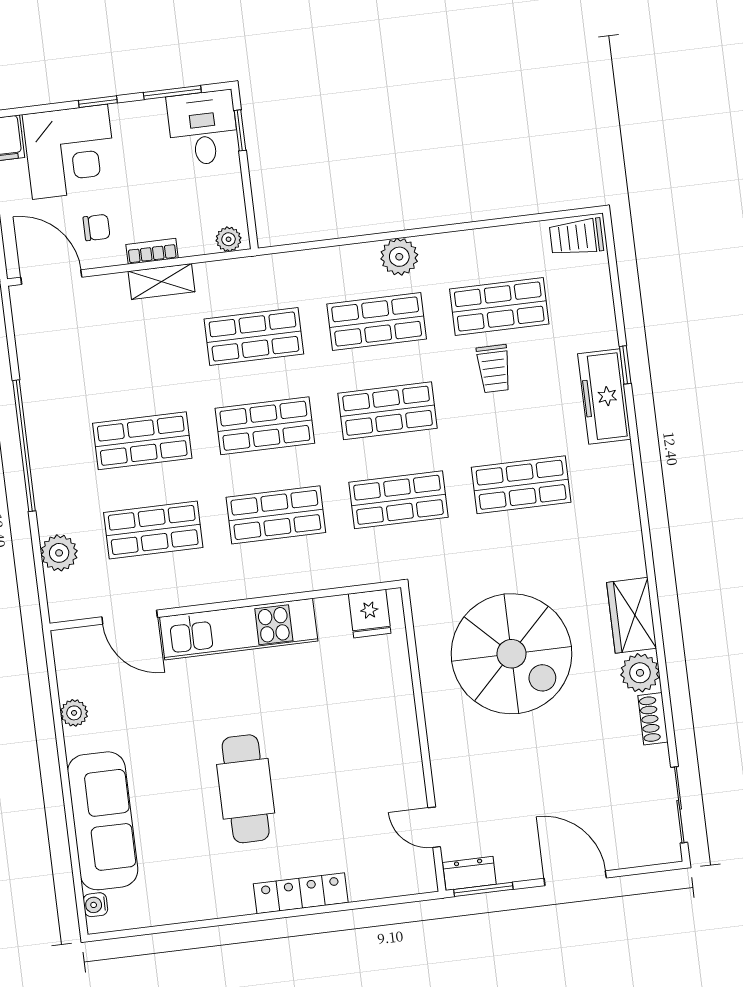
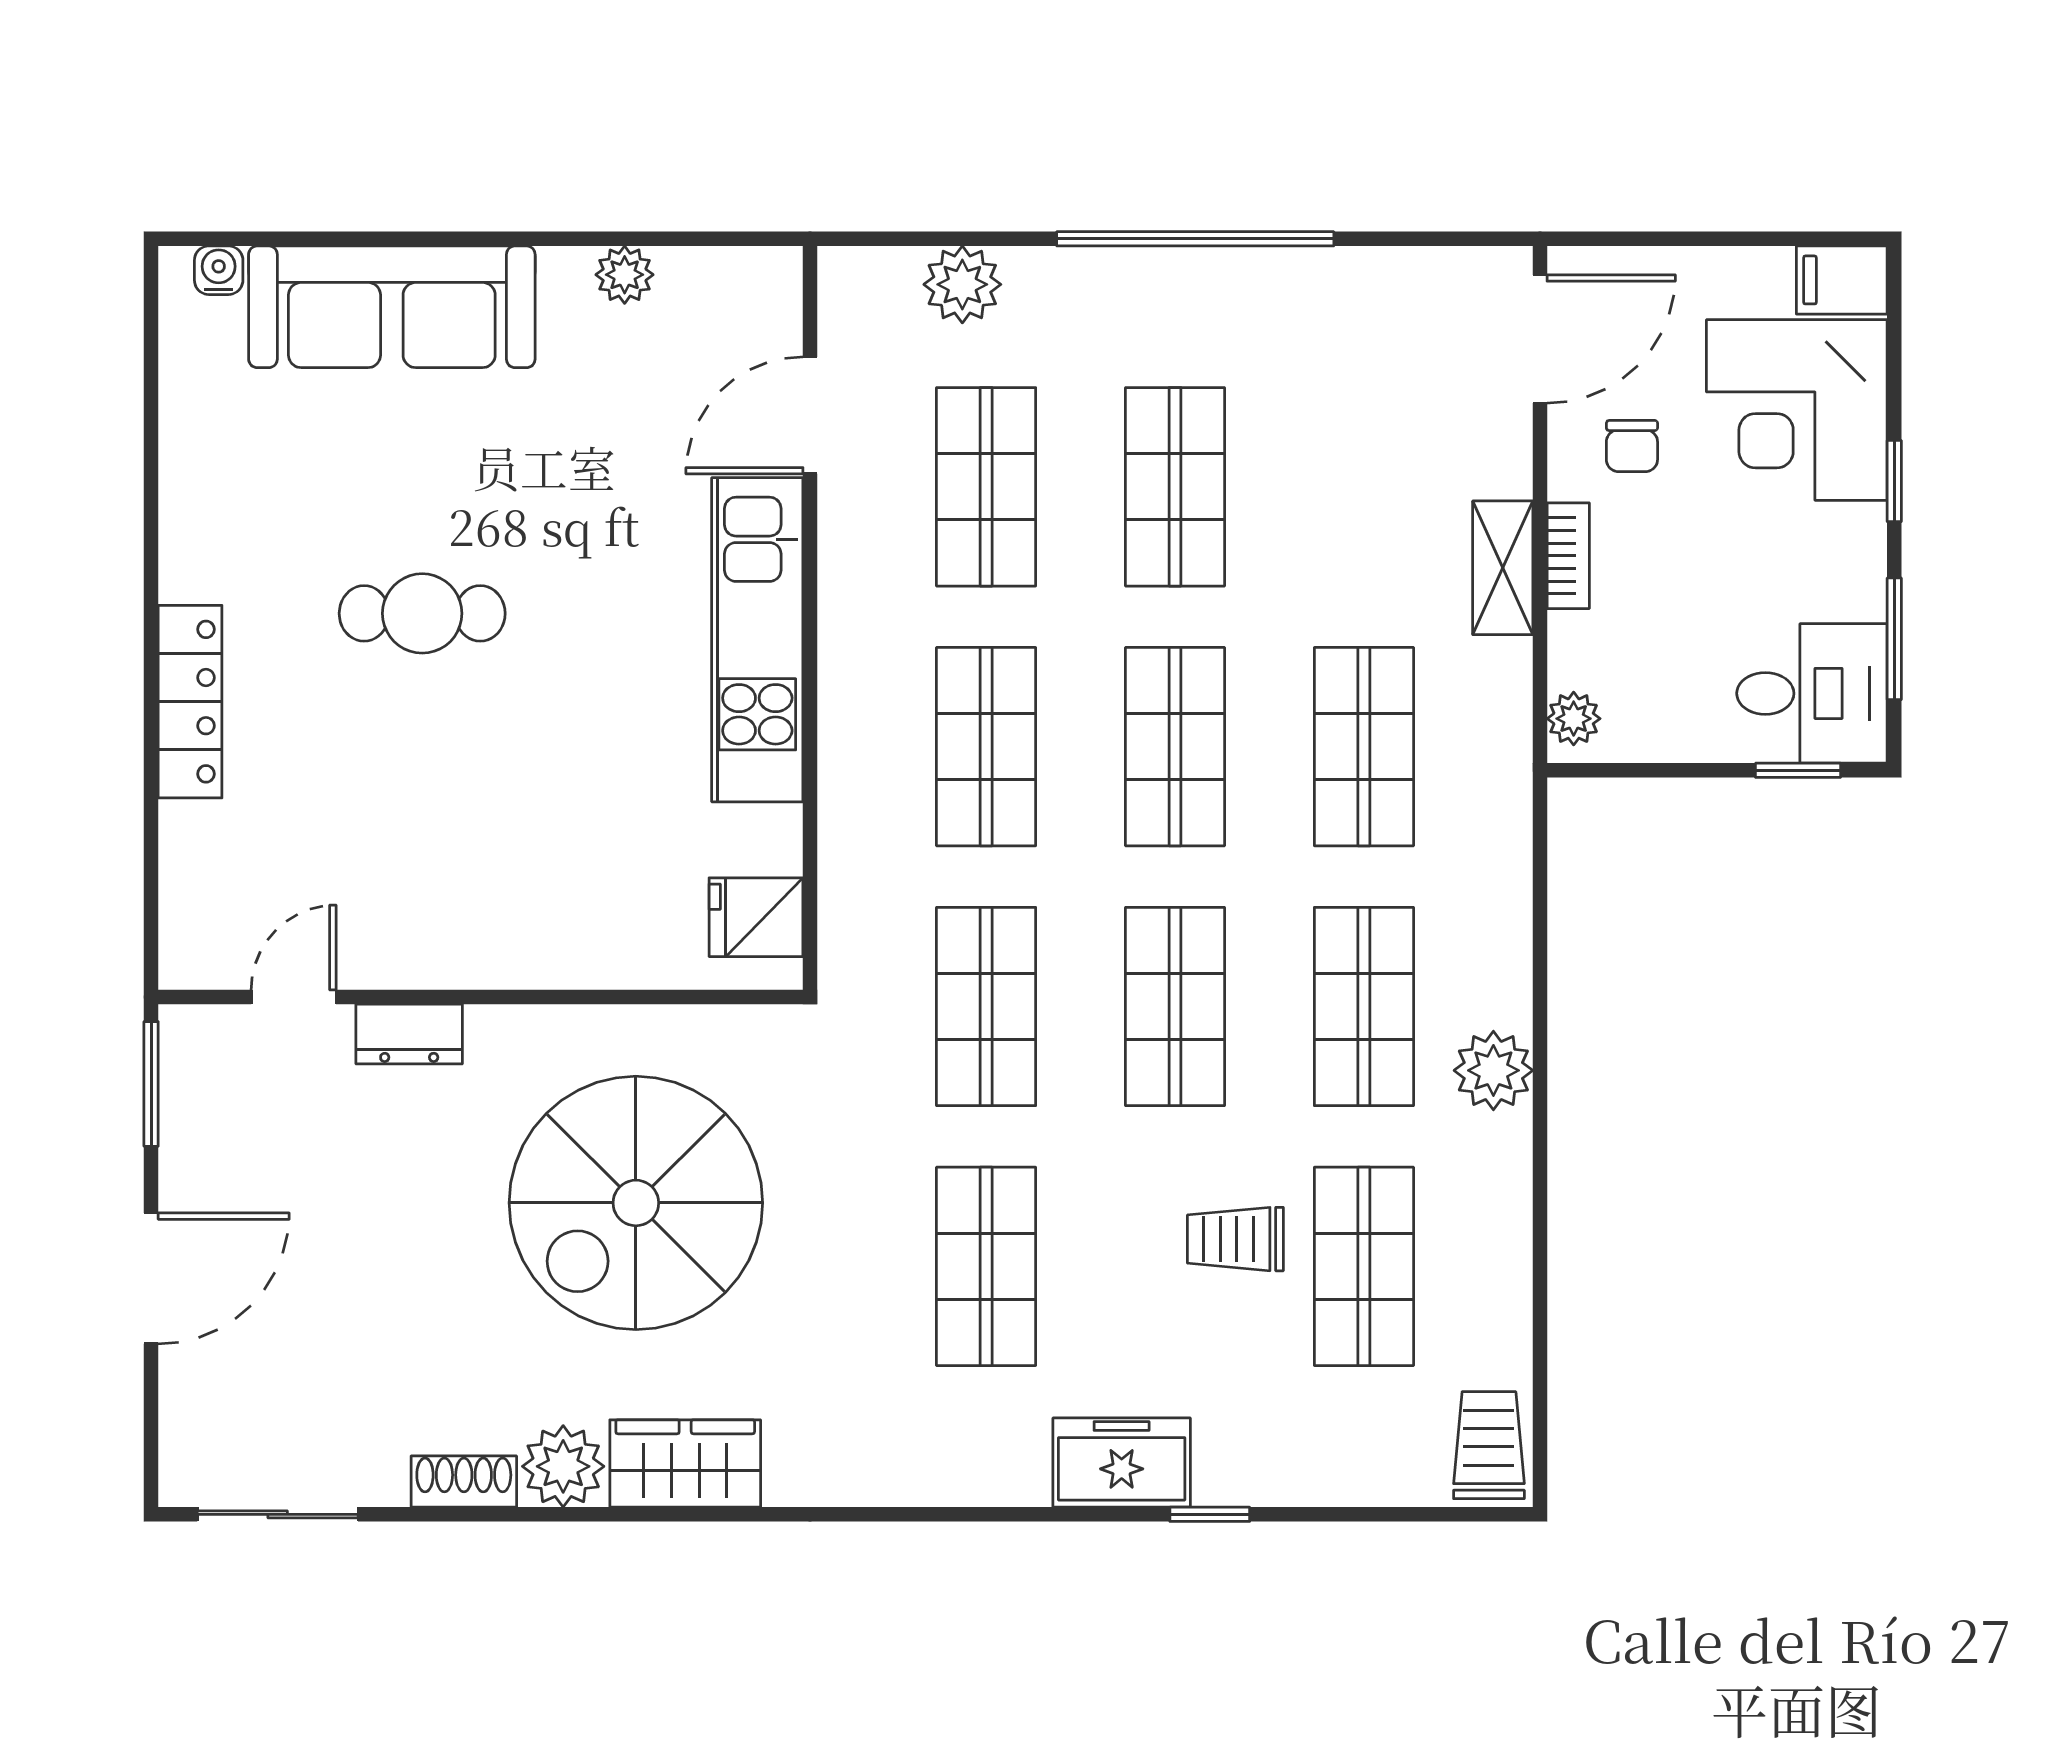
freezer: (604, 396) -> (1122, 1463), width x0.71
cafe table: (246, 789) -> (422, 613), width x0.73, depth x0.74
dresser: (469, 873) -> (409, 1034), moved, turned 90

